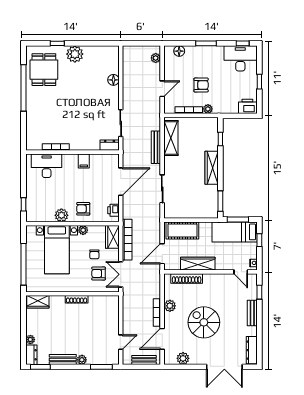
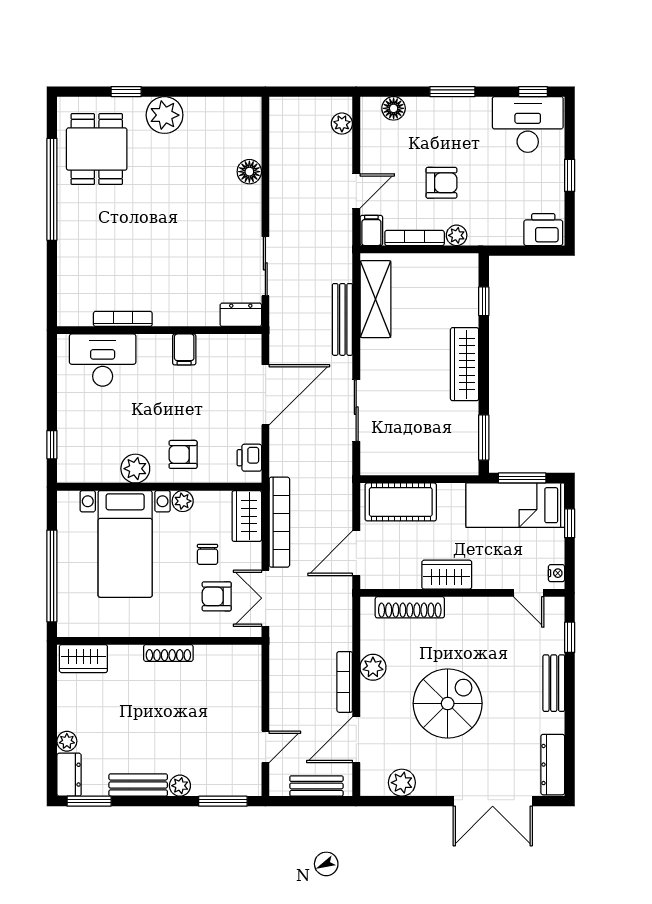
filing cabinet: (169, 107) -> (371, 230), added
wardrobe: (198, 264) -> (447, 575), width x0.67
spiral stairs: (204, 322) -> (448, 703), turned 90

